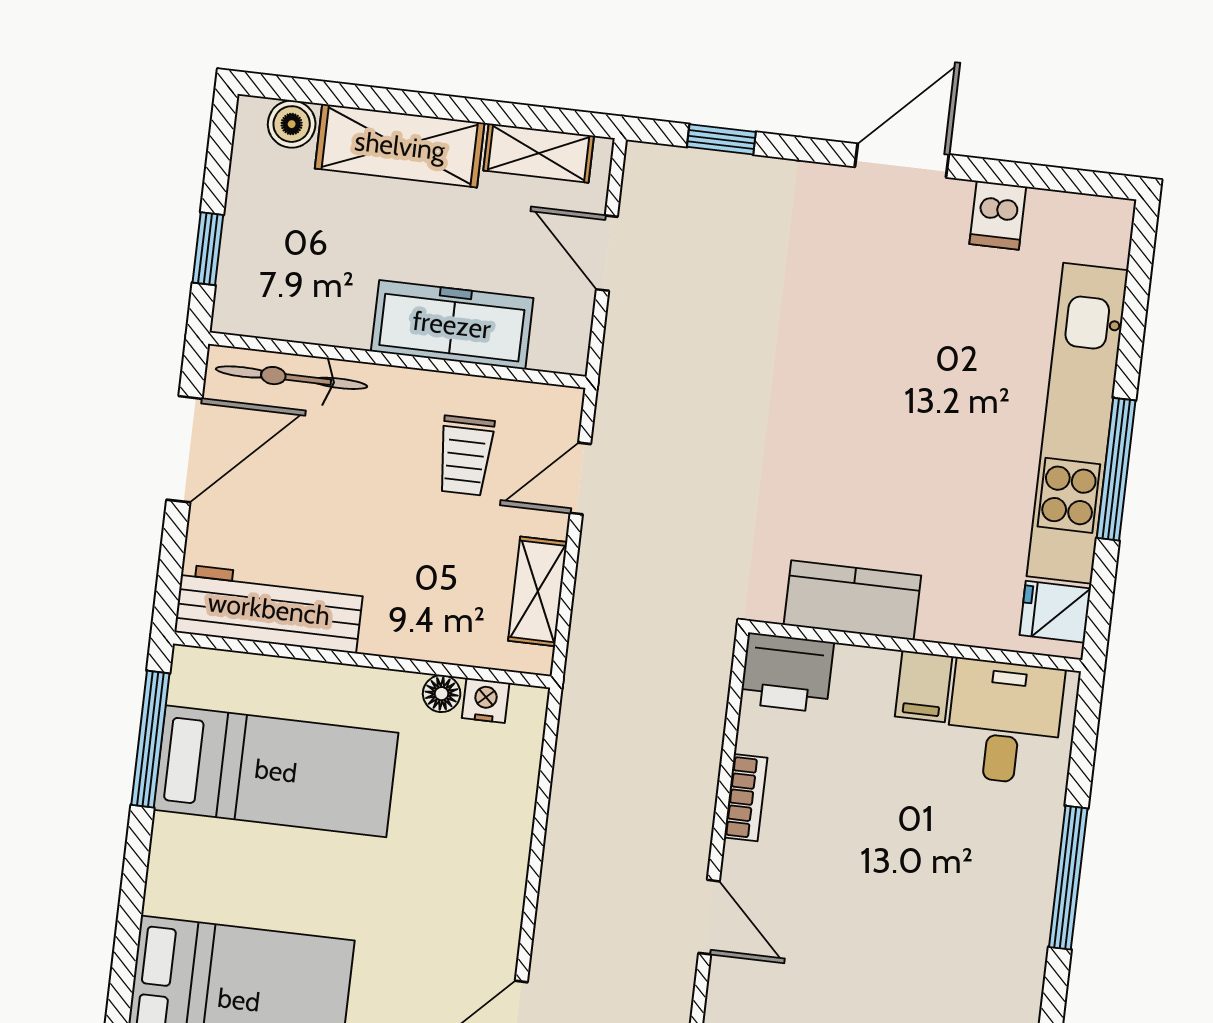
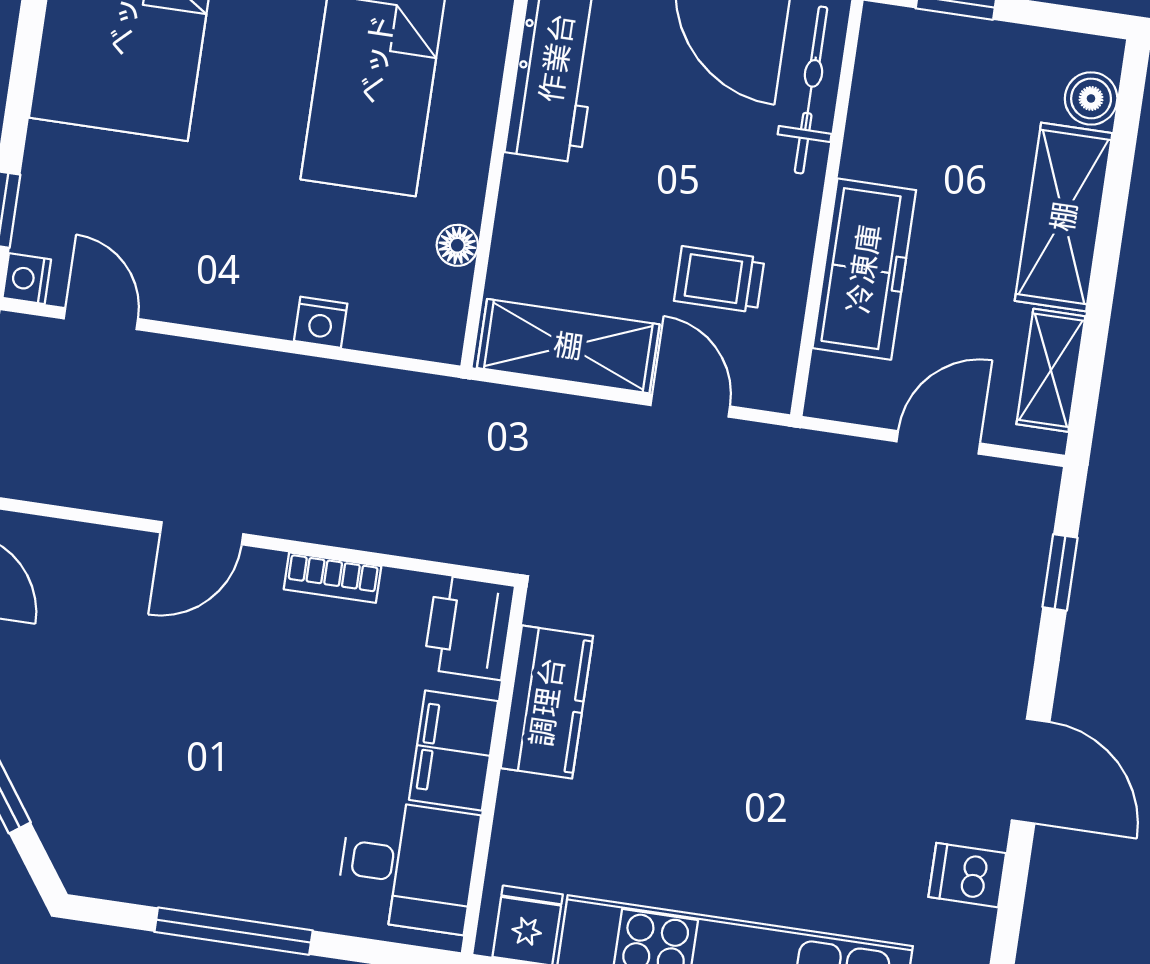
shelving: (538, 591) -> (568, 346), width x1.50, depth x1.33
filing cabinet: (924, 686) -> (454, 750), width x2.00
nightstand: (486, 700) -> (321, 322), moved, turned 90

